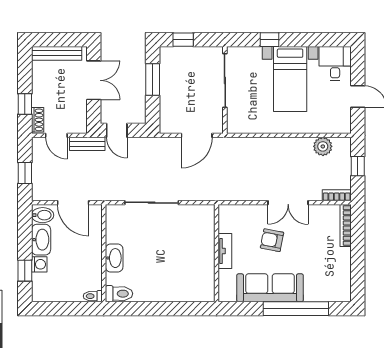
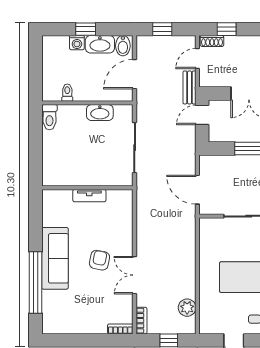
bookcase: (346, 225) -> (120, 329), width x0.64
tv unit: (225, 251) -> (89, 196), moved
wall: (216, 253) -> (87, 188), moved
washbasin: (114, 258) -> (100, 113), moved
window: (25, 271) -> (86, 29), moved
toilet: (93, 296) -> (67, 93), moved

